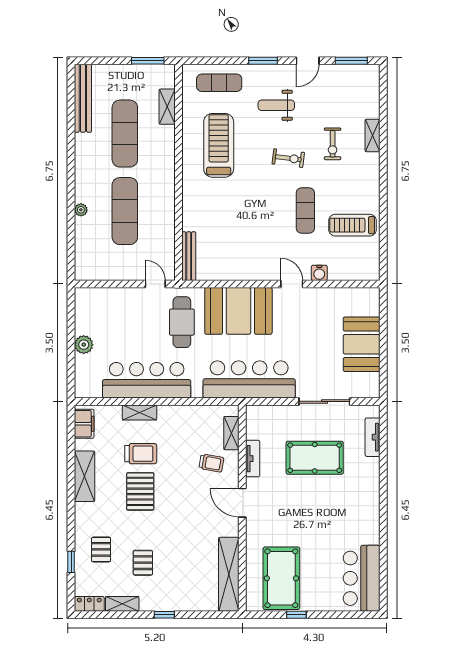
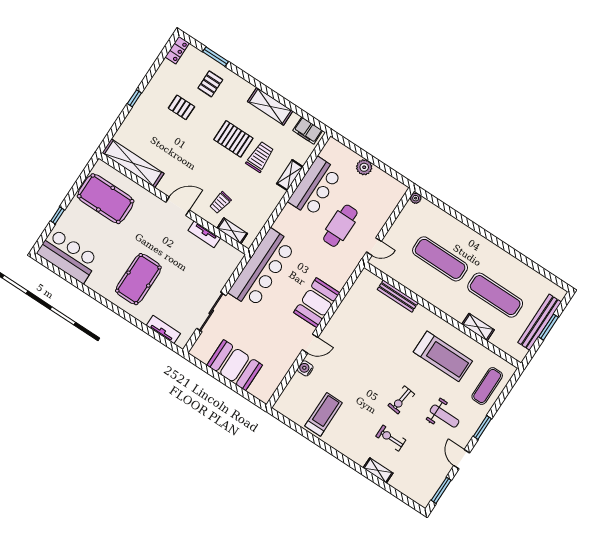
window: (148, 61) -> (548, 327), moved
bench: (83, 98) -> (540, 322), moved, turned 90
weight bench: (276, 105) -> (445, 416), turned 90
shelving: (167, 107) -> (478, 327), moved
plant: (81, 210) -> (416, 198), moved
exercise mat: (305, 210) -> (356, 388), removed
bench: (189, 256) -> (398, 296), moved
booth: (238, 311) -> (317, 303), width x0.73, depth x0.70
cafe table: (182, 322) -> (340, 226), moved, turned 90
bar counter: (147, 380) -> (315, 187), width x0.73
trolley: (141, 454) -> (260, 157), turned 180
pool table: (315, 458) -> (138, 279), moved
pallet: (101, 549) -> (210, 84), turned 90
window: (71, 562) -> (216, 57), width x1.50
shelving: (122, 604) -> (162, 73), removed
window: (296, 615) -> (57, 215), moved

